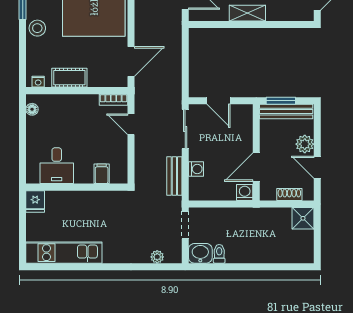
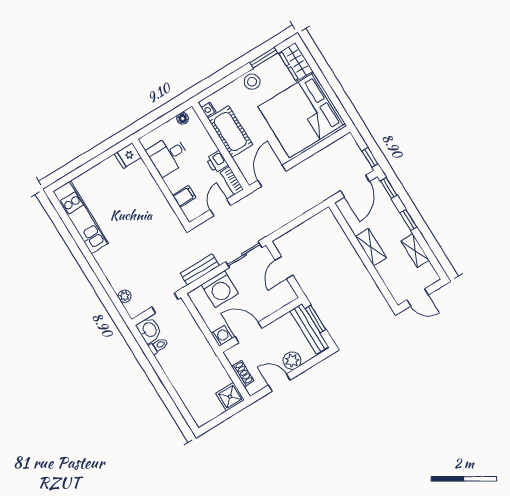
door: (131, 62) -> (272, 176), swing flipped
cot: (69, 78) -> (230, 132), width x1.37, depth x1.34
printer: (89, 102) -> (217, 162), added
desk: (57, 166) -> (168, 155), moved
door: (317, 167) -> (279, 383), hinge flipped
washing machine: (196, 169) -> (220, 289), width x1.89, depth x1.89
filing cabinet: (102, 174) -> (184, 196), moved
wall: (77, 187) -> (161, 183), moved
fridge: (35, 201) -> (128, 156), moved

